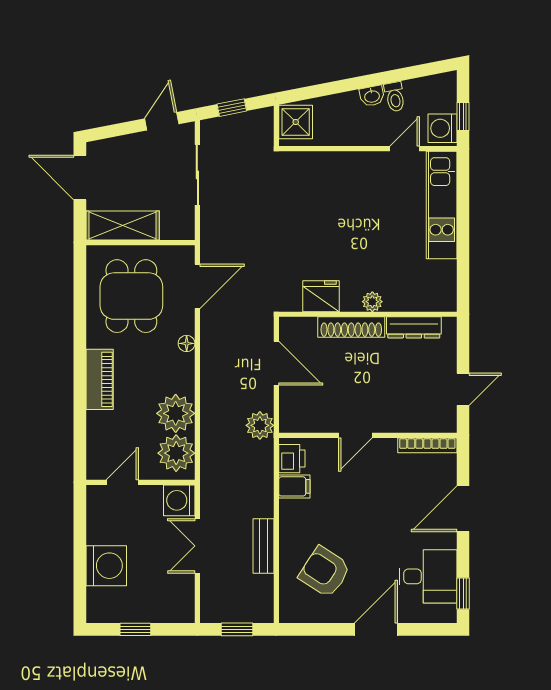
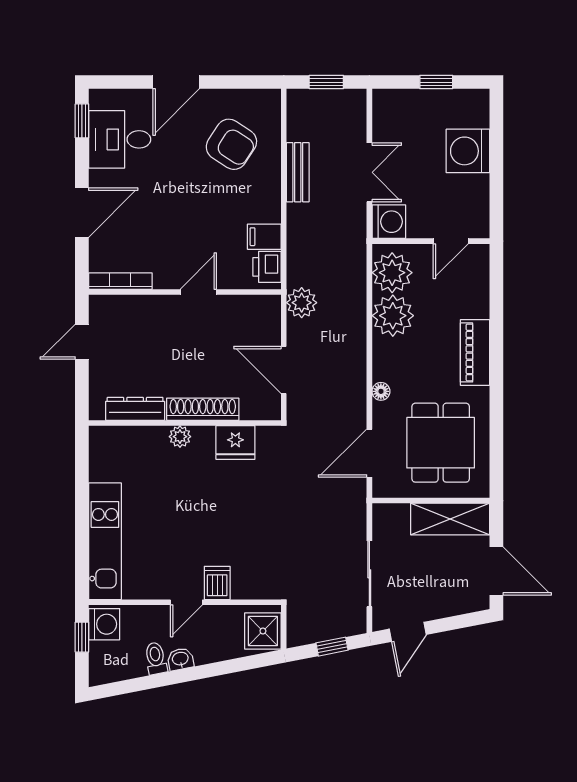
door: (405, 149) -> (186, 602), moved
dishwasher: (338, 166) -> (217, 583), added

